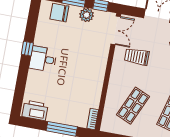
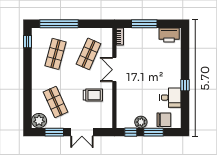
double door: (116, 30) -> (114, 70), moved
desk: (43, 59) -> (170, 98), moved

